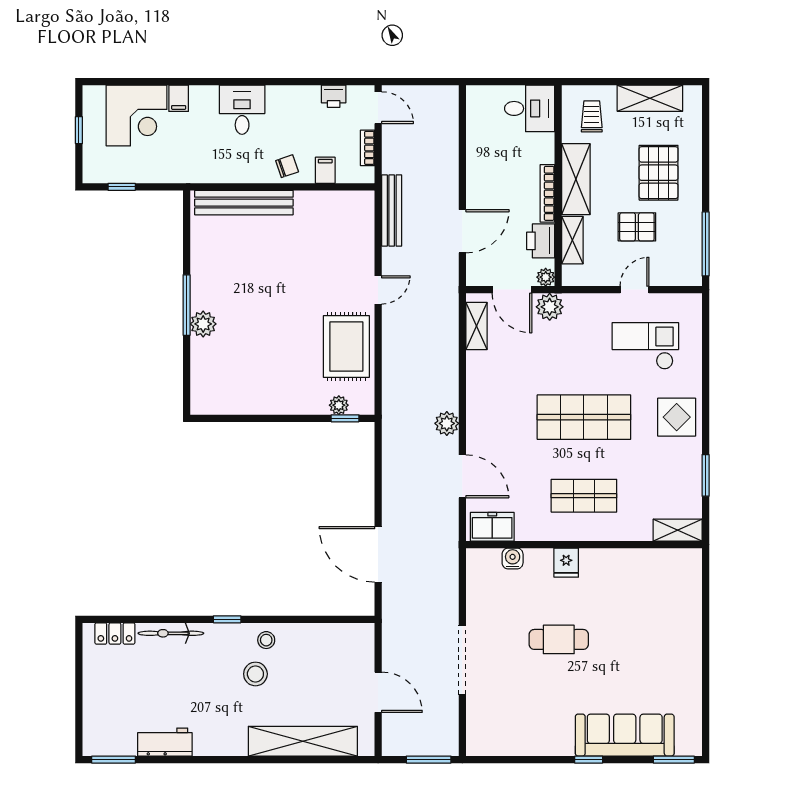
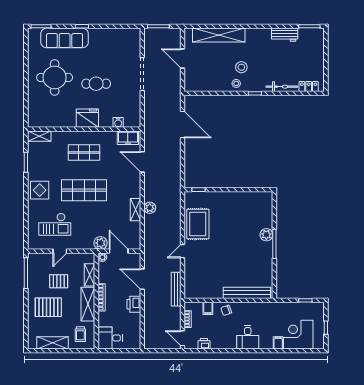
pallet: (659, 173) -> (48, 307), turned 90
door: (462, 231) -> (142, 279), hinge flipped
printer: (541, 241) -> (134, 304), moved, turned 180
shelving: (477, 326) -> (136, 210), moved
plant: (339, 405) -> (201, 196), removed
plant: (447, 423) -> (150, 208), moved
fridge: (566, 563) -> (87, 118), width x1.88, depth x1.34
round table: (645, 652) -> (55, 77), added

